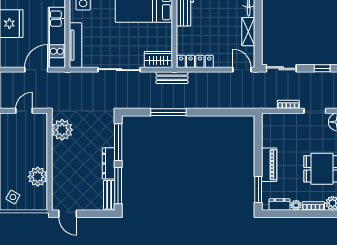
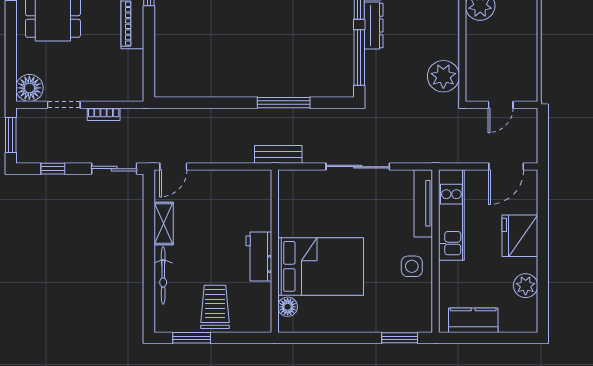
wardrobe: (158, 59) -> (299, 182), removed
locker: (195, 61) -> (243, 179), removed
door: (36, 70) -> (506, 167), moved
door: (242, 70) -> (173, 167), hinge flipped

